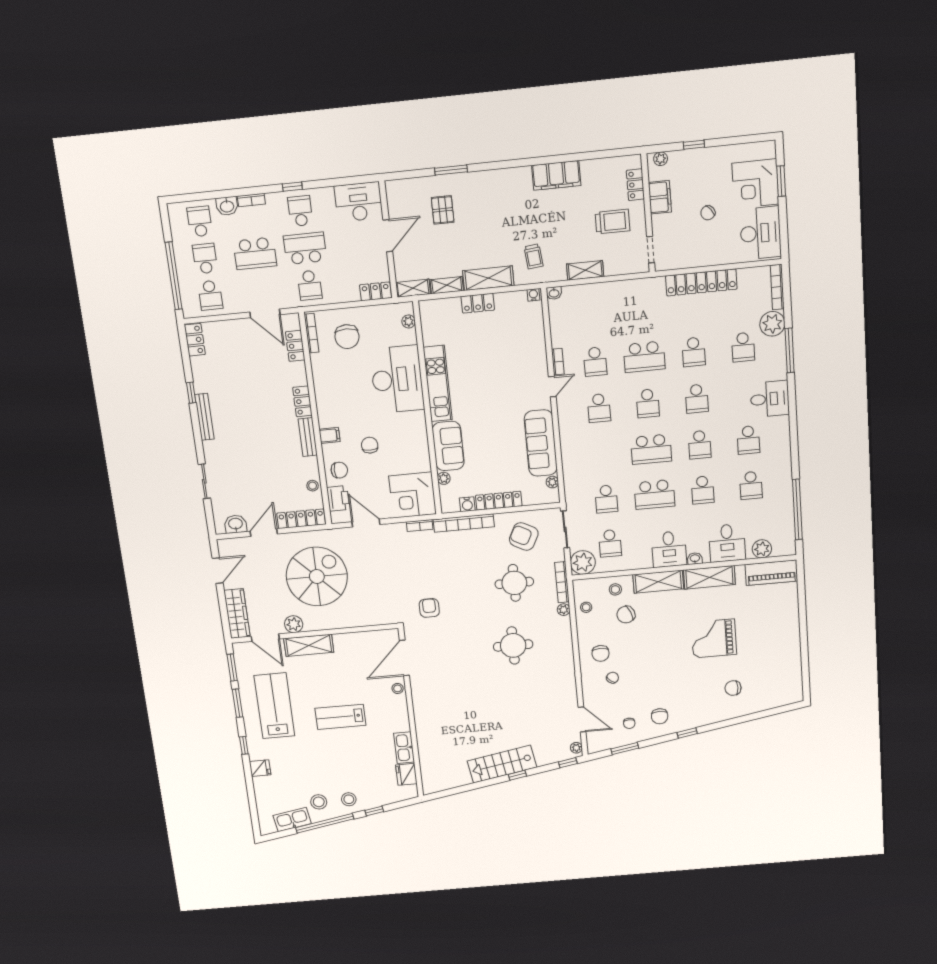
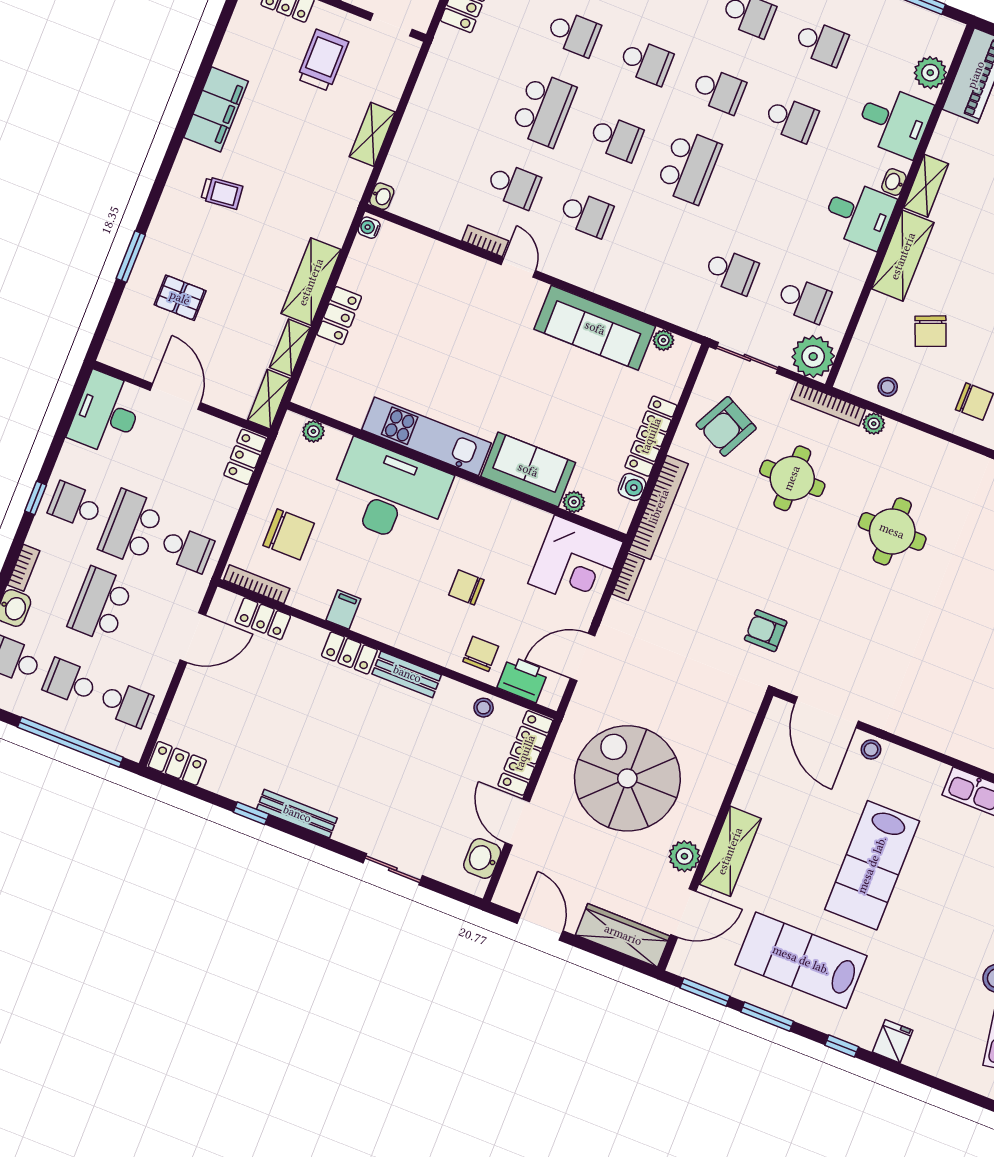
school desk: (255, 253) -> (101, 604), turned 180
trolley: (534, 256) -> (222, 193), moved
filing cabinet: (330, 435) -> (343, 610), moved
school desk: (654, 494) -> (761, 195), removed
shelving: (709, 577) -> (926, 186), width x0.67, depth x0.75
stool: (615, 589) -> (882, 328), removed
lab bench: (340, 717) -> (872, 865), width x1.36, depth x1.39

